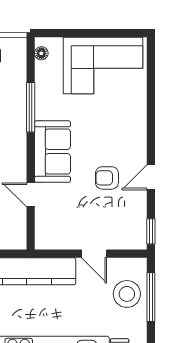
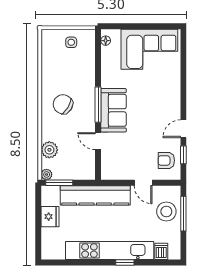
window: (31, 107) -> (98, 105), moved
armchair: (107, 178) -> (166, 160), moved
window: (151, 231) -> (183, 155), moved

